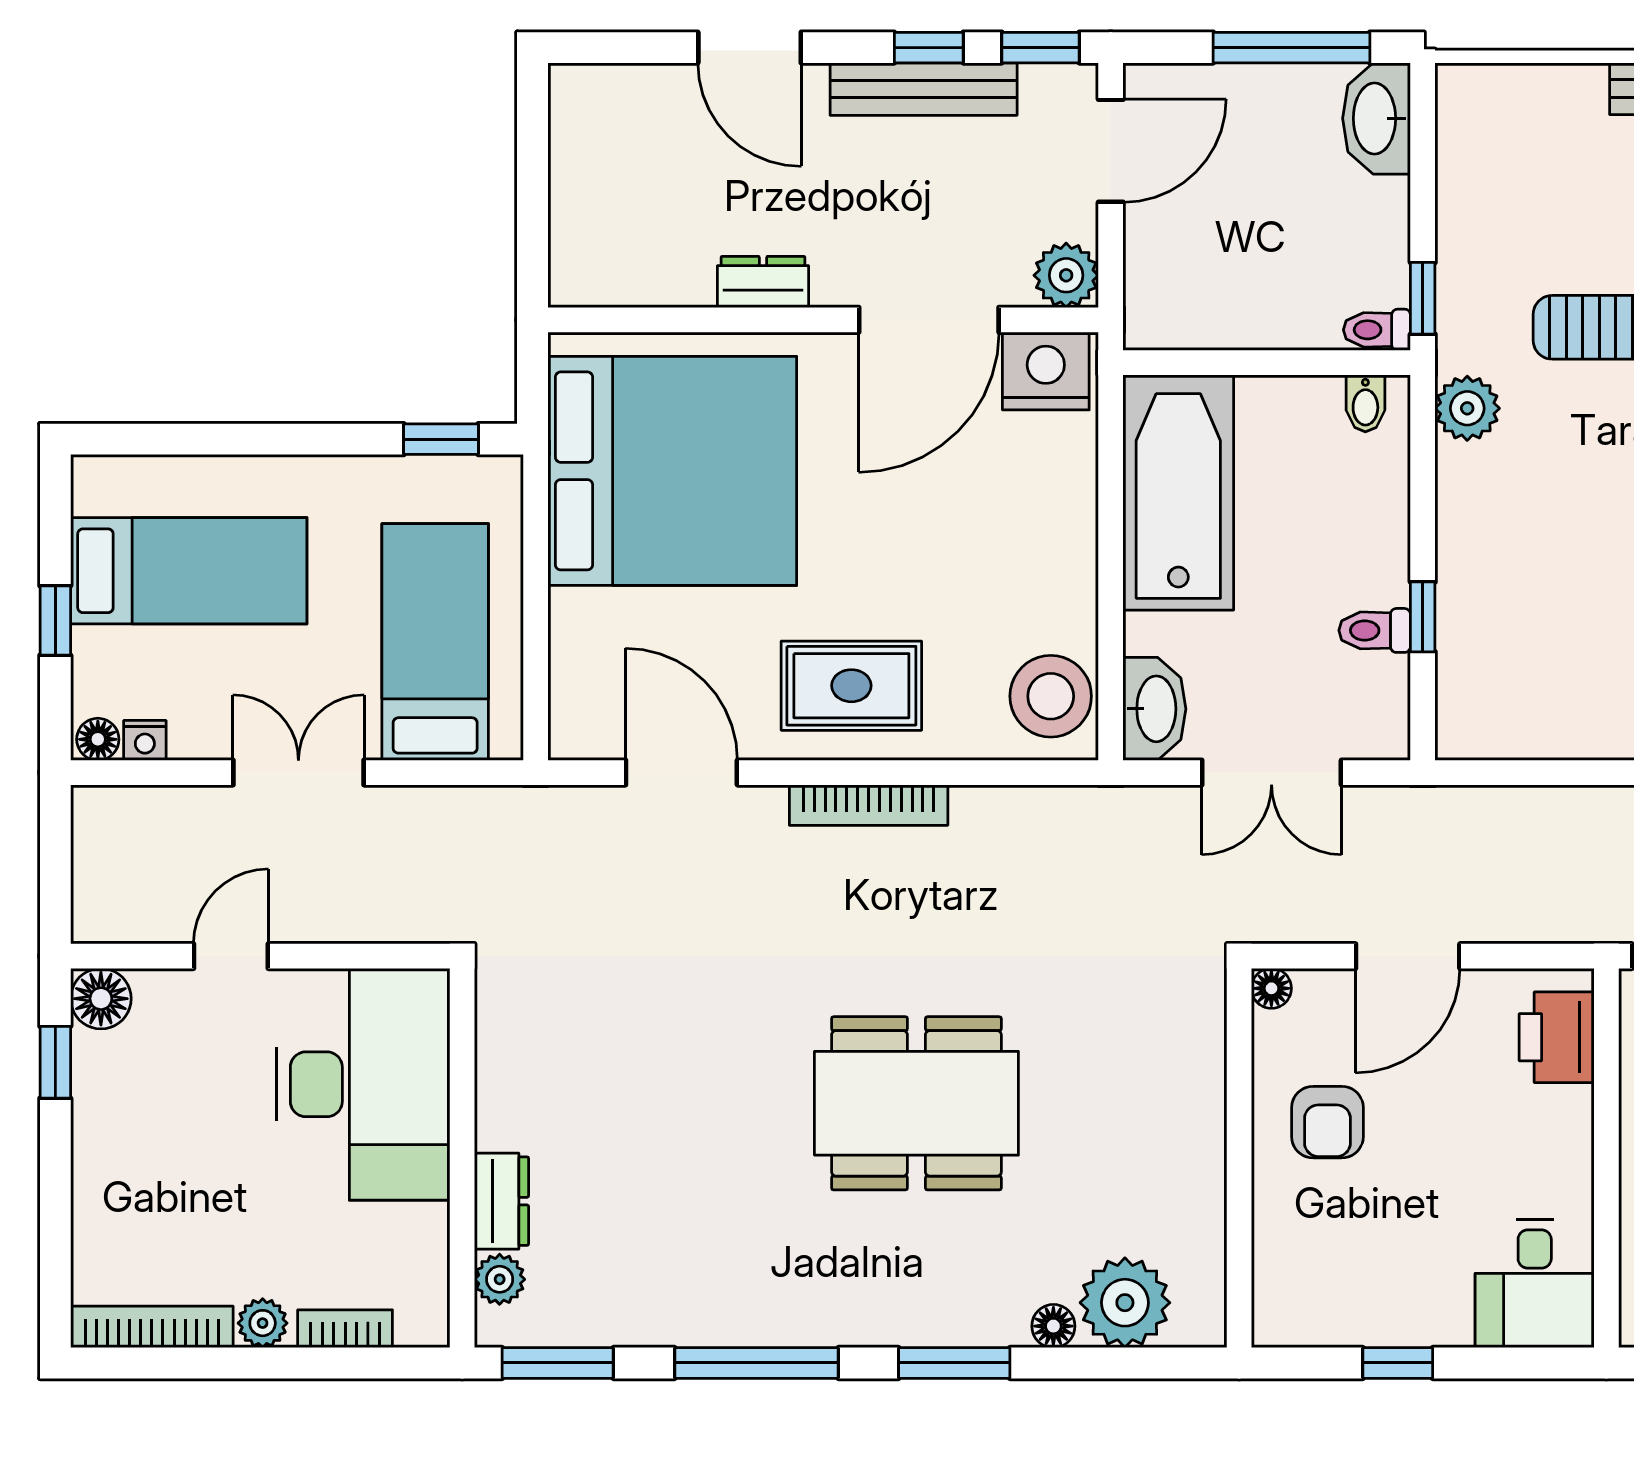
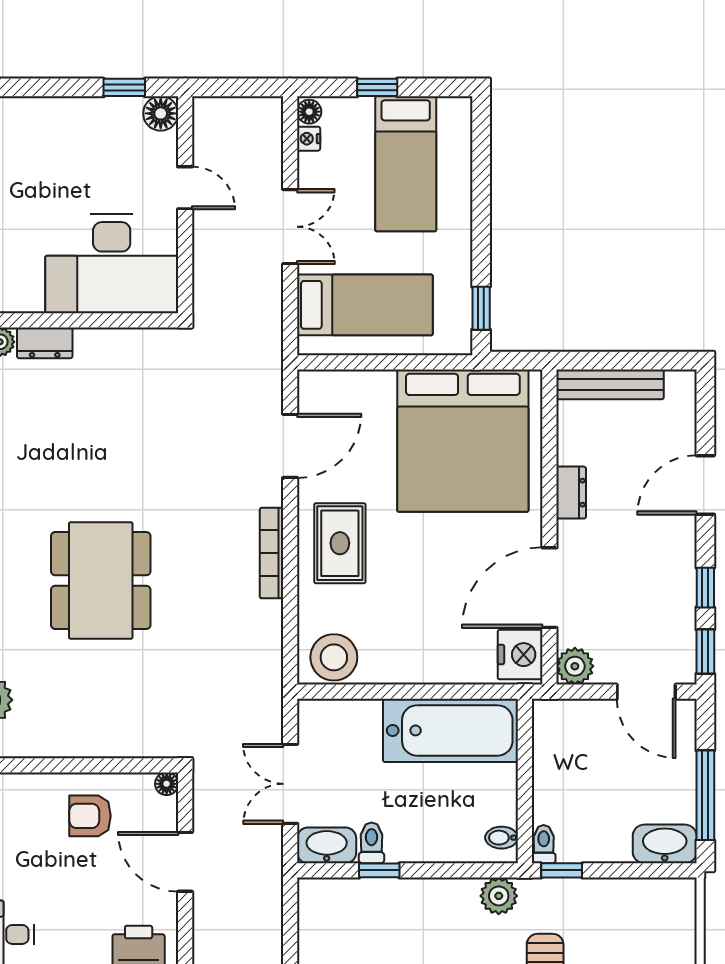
bench: (924, 89) -> (610, 384), moved, turned 90
door: (929, 320) -> (549, 588), hinge flipped
washbasin: (1154, 709) -> (327, 845), moved, turned 180

